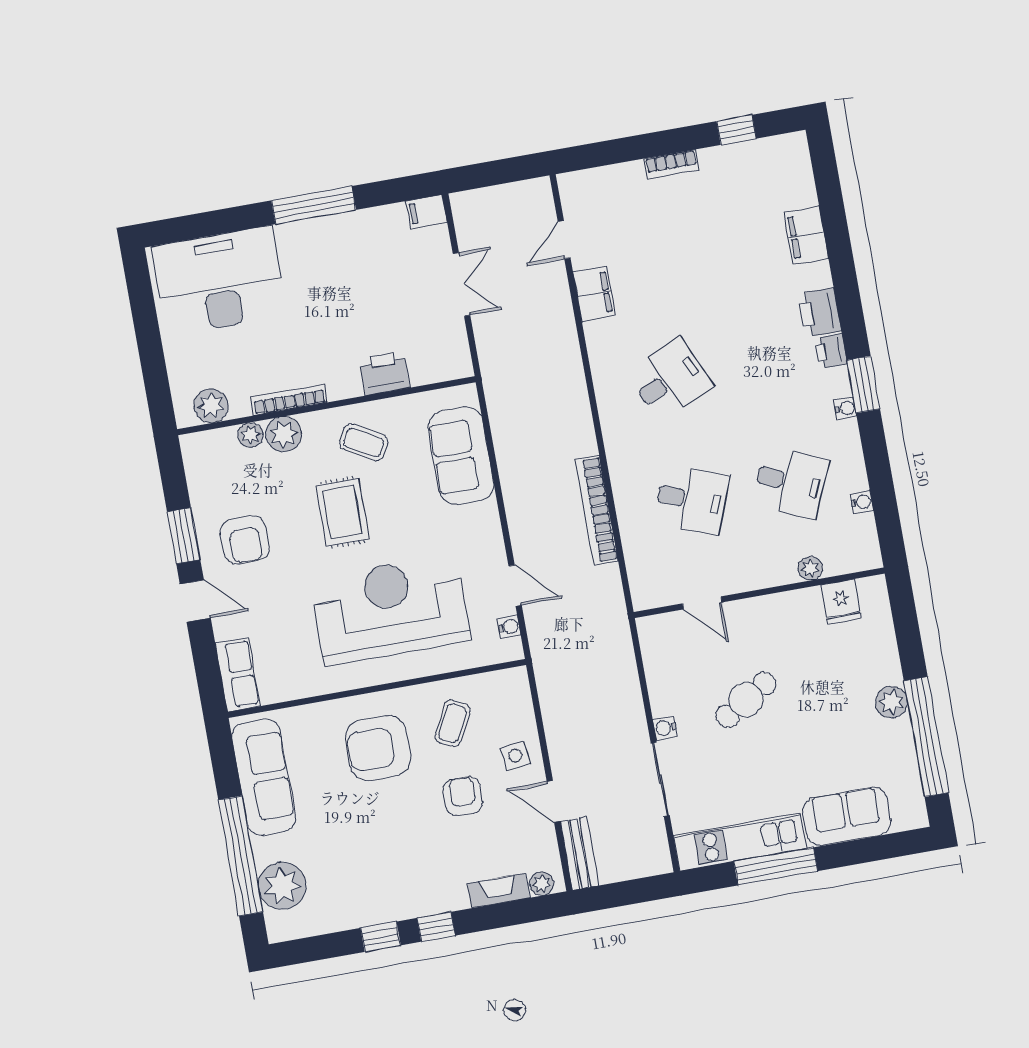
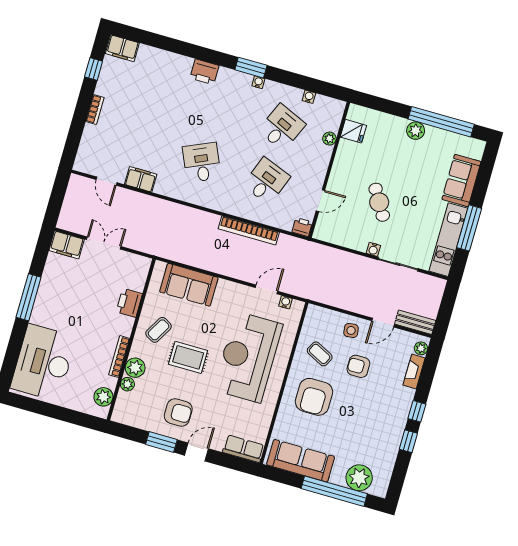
filing cabinet: (426, 212) -> (67, 245), width x2.00
filing cabinet: (806, 235) -> (122, 48), moved
printer: (831, 351) -> (302, 227), moved, turned 180

